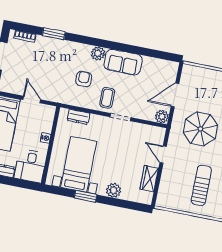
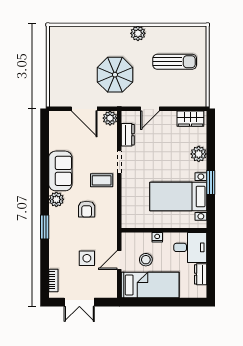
window: (54, 34) -> (45, 227), moved
side table: (39, 70) -> (87, 258), added
armchair: (84, 79) -> (87, 209), turned -90
dresser: (78, 117) -> (128, 135), moved
stool: (27, 124) -> (146, 260), added
wardrobe: (149, 179) -> (190, 119), moved
sun lounger: (201, 185) -> (175, 62), turned 180

